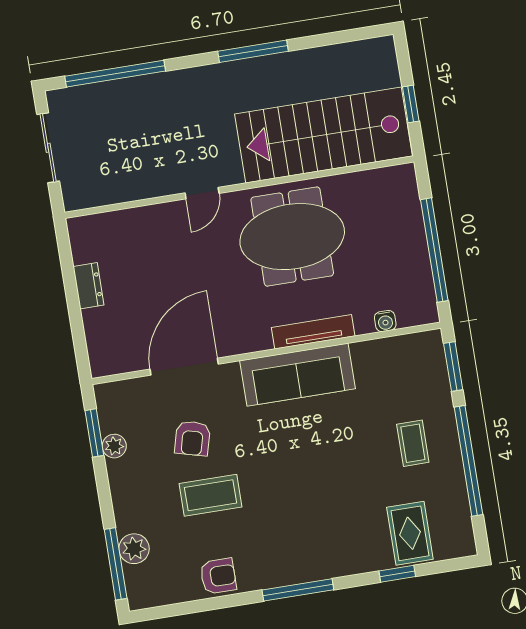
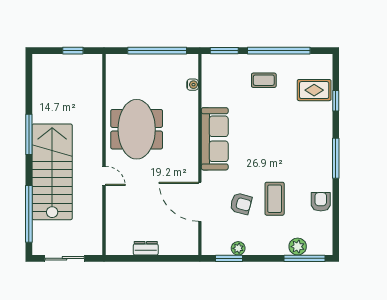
stairs: (323, 135) -> (52, 172), moved, turned 180
tv unit: (313, 332) -> (192, 126), removed

